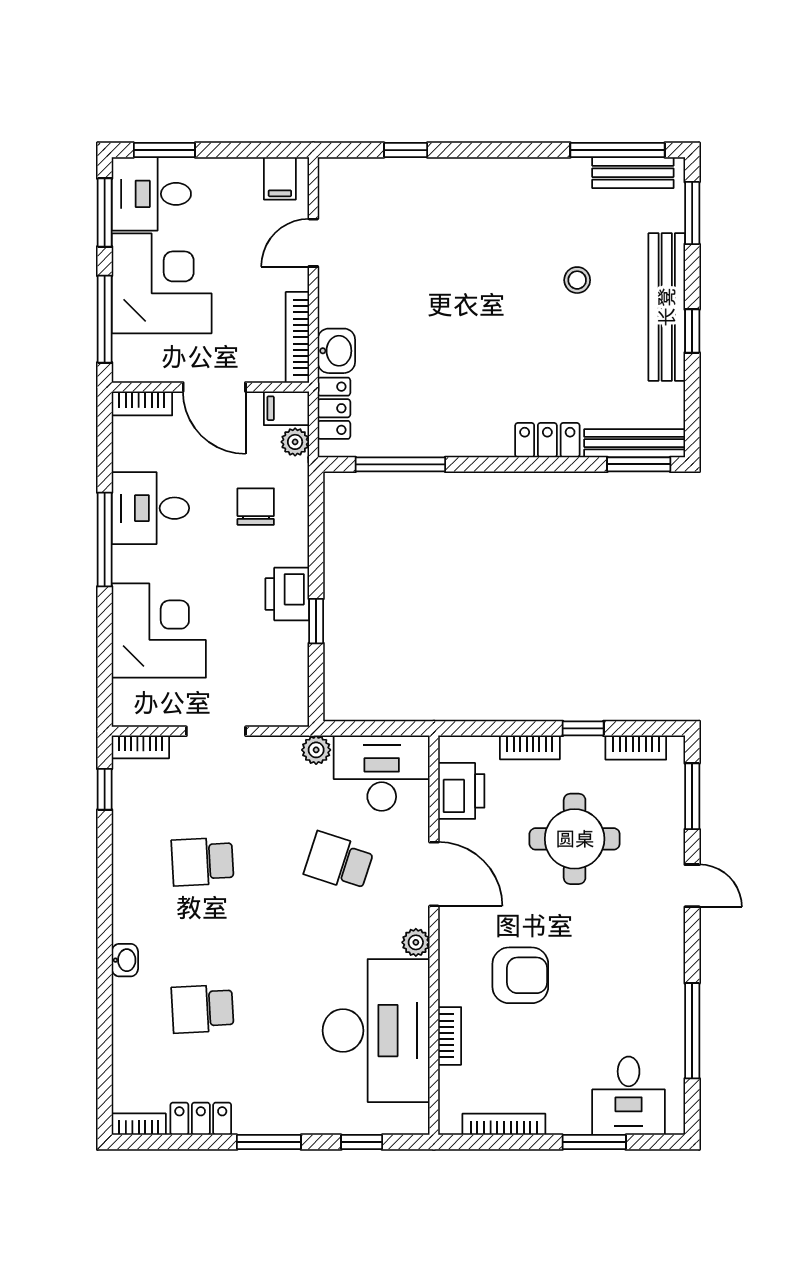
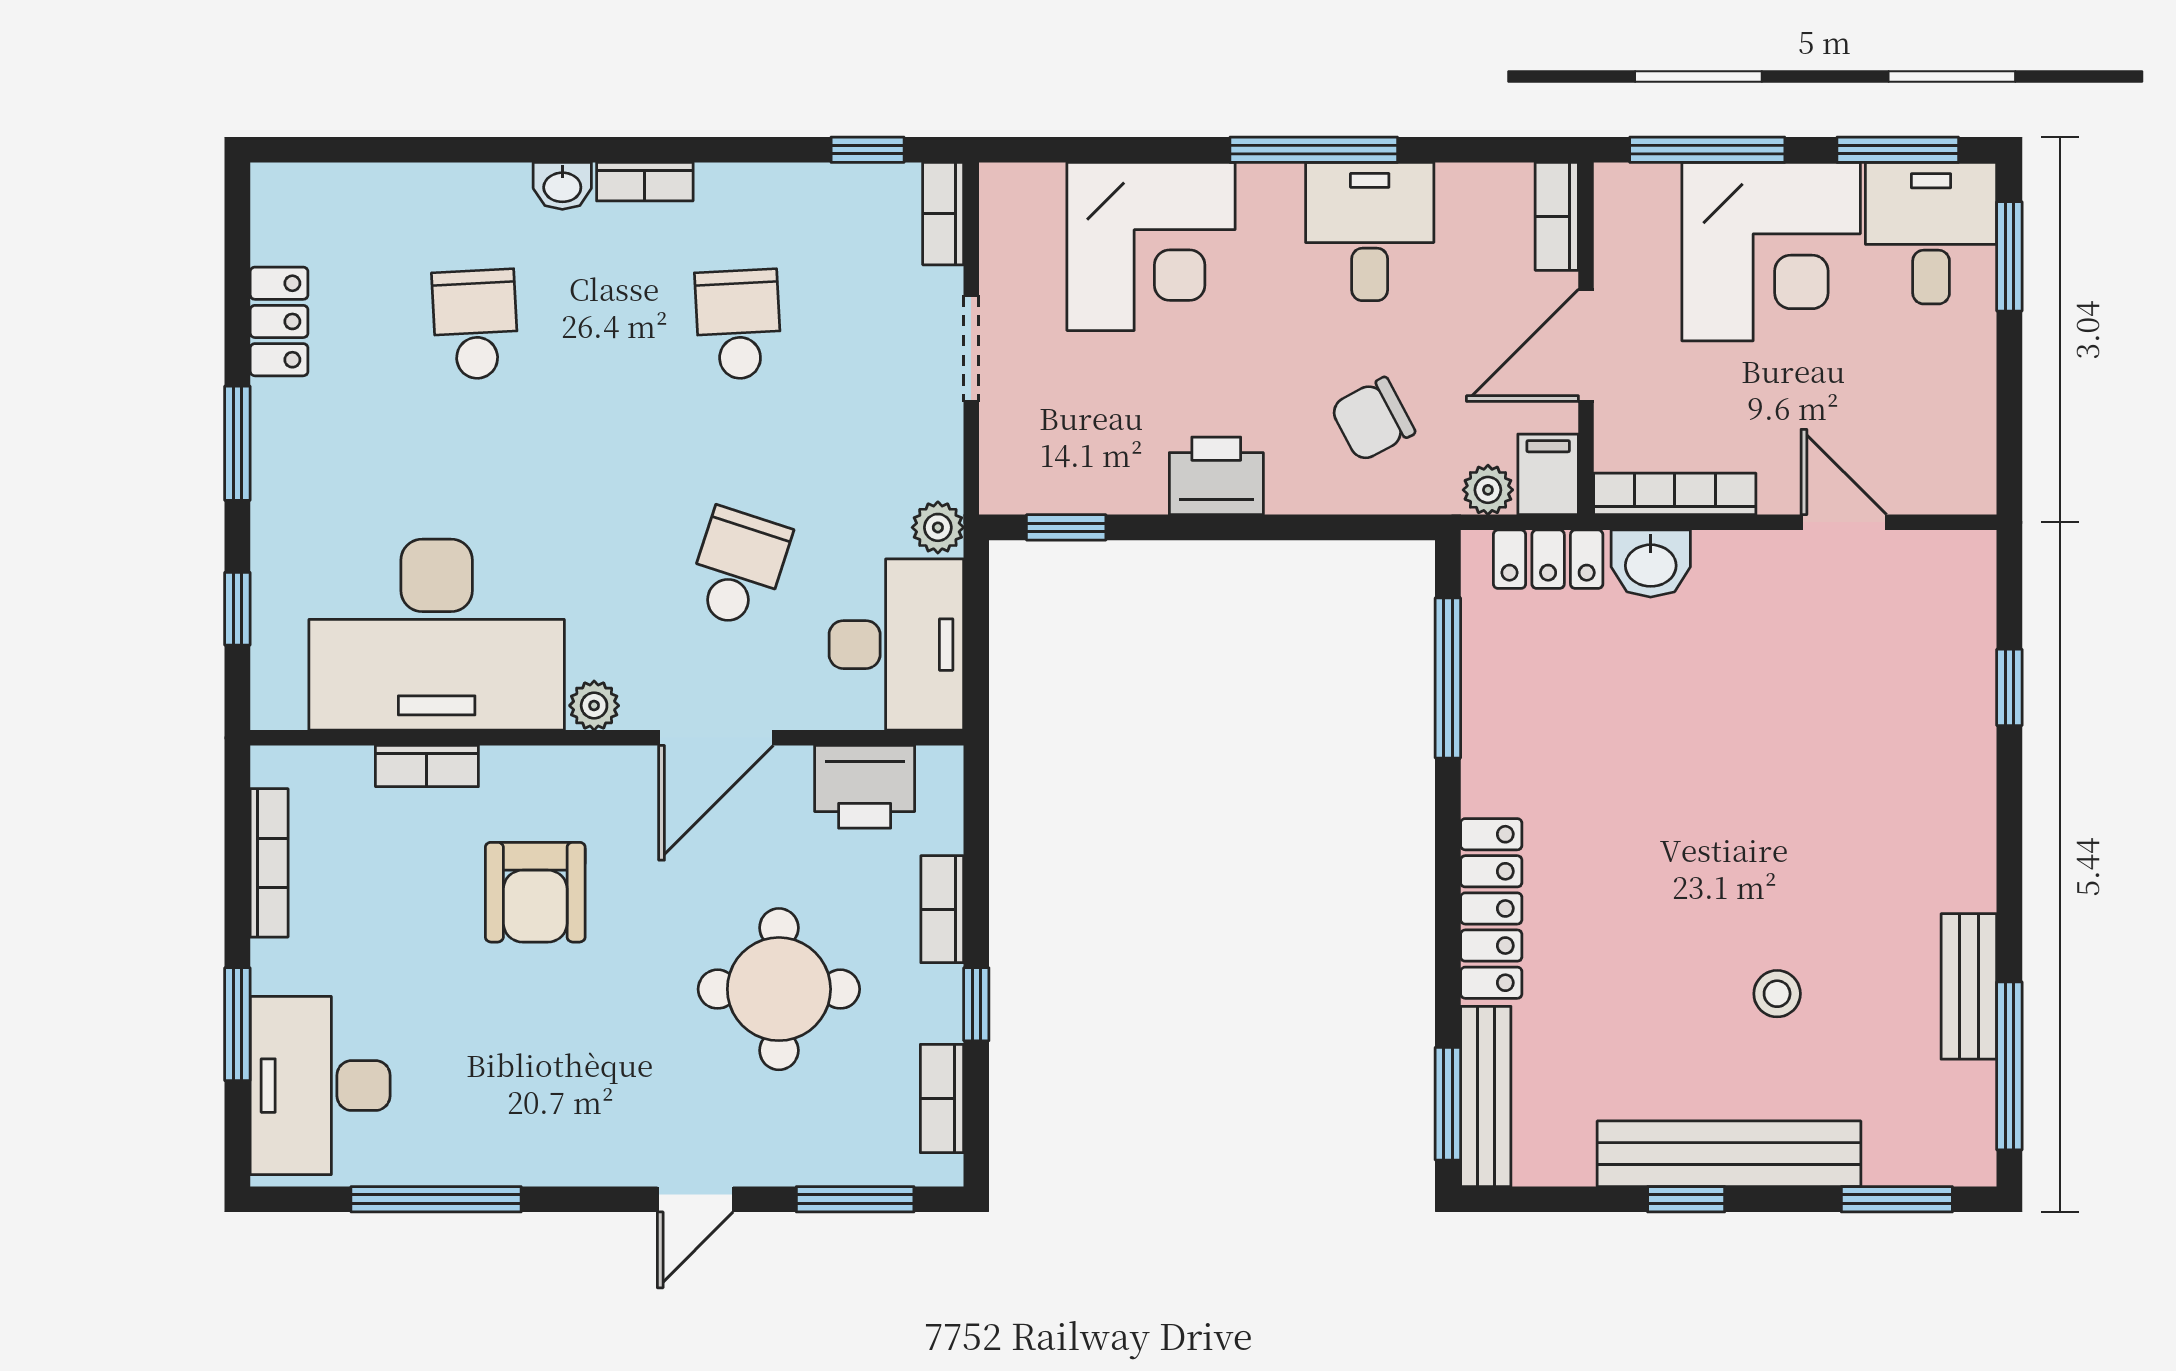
bench: (633, 173) -> (1969, 986), moved
filing cabinet: (280, 178) -> (1959, 463), removed
locker: (547, 440) -> (1491, 908), width x1.53
chair: (256, 507) -> (1372, 419), turned 152
window: (316, 621) -> (1066, 527), moved
desk: (629, 1096) -> (320, 1086), width x1.37
bookcase: (139, 1124) -> (645, 182), moved, turned 90

